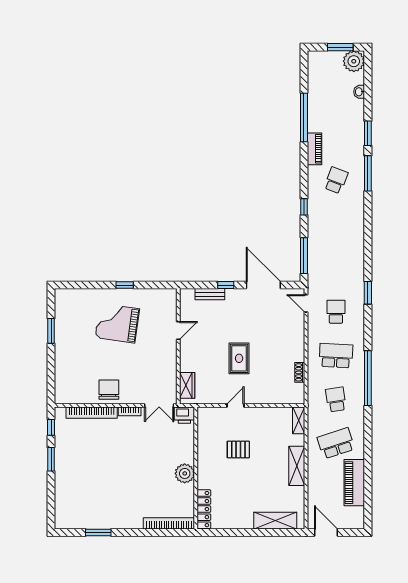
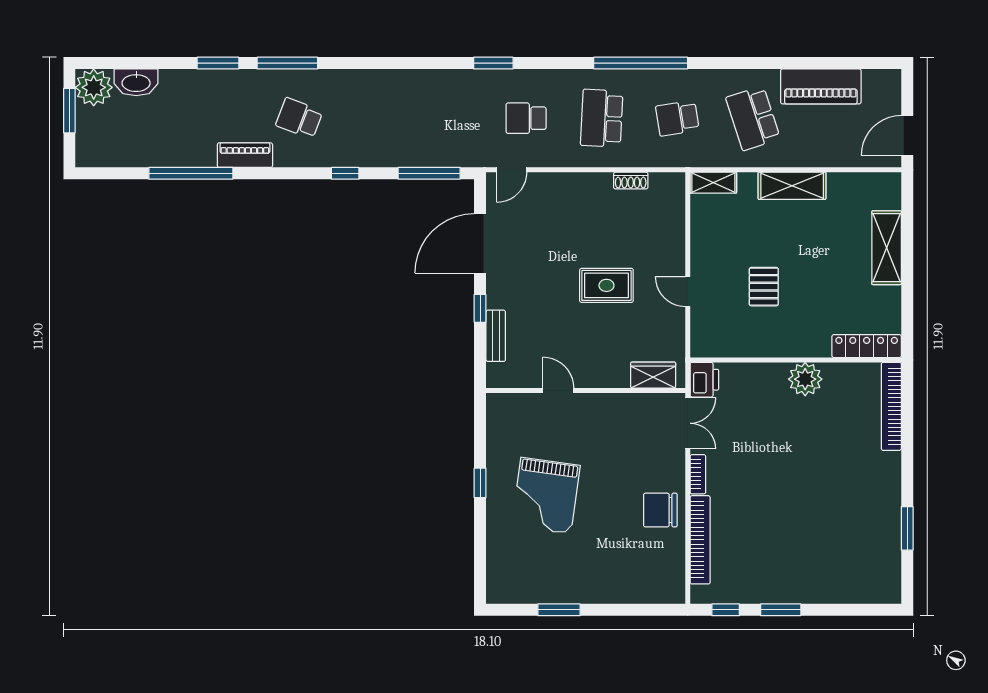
washbasin: (359, 92) -> (136, 82), width x1.91, depth x1.45
shelving: (275, 521) -> (887, 248), moved

